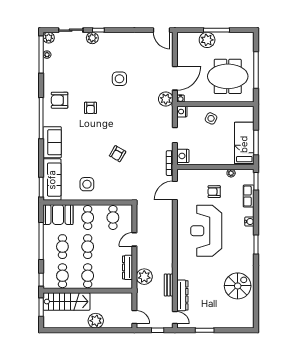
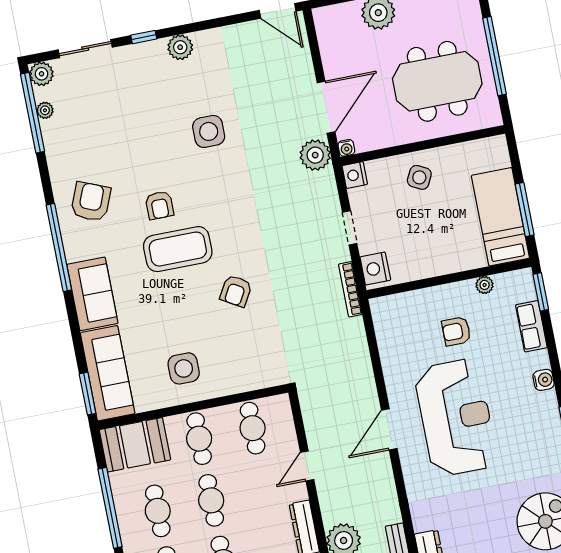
plant: (92, 38) -> (180, 47), moved
armchair: (60, 100) -> (91, 202), turned 112
coffee table: (95, 129) -> (178, 249), added
door: (175, 190) -> (389, 429), moved
reception desk: (206, 231) -> (456, 417), turned 180

